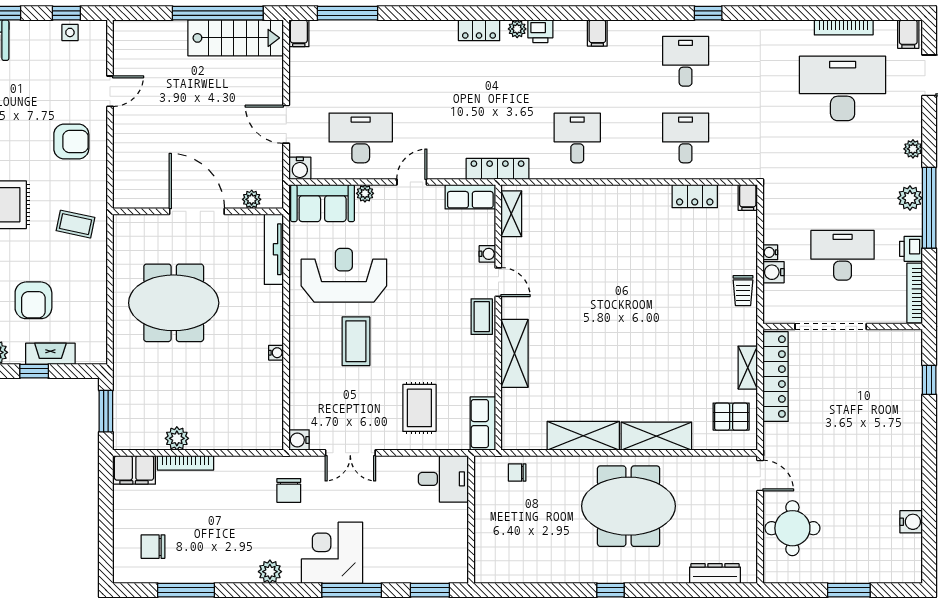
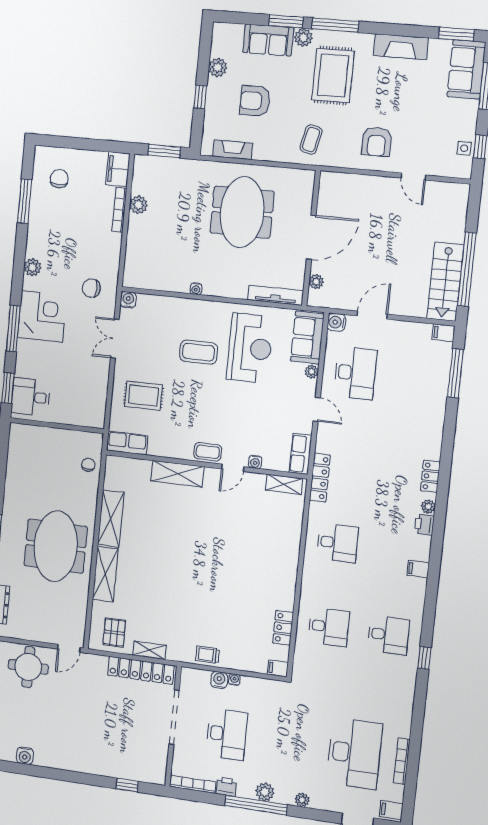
fireplace: (50, 354) -> (233, 150), moved, turned -90
desk: (443, 479) -> (31, 397), moved, turned 90

